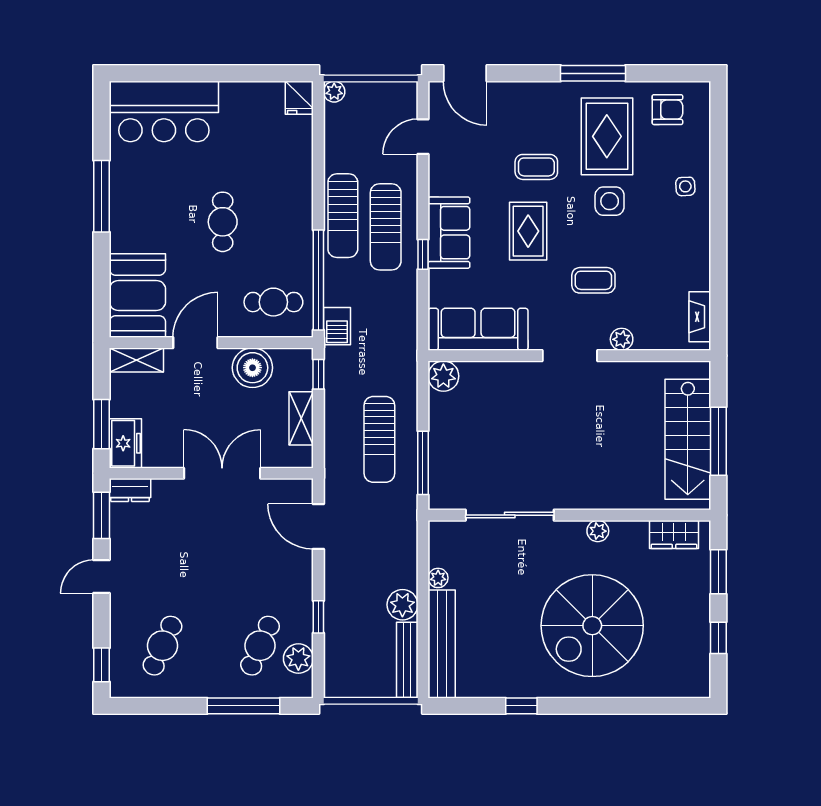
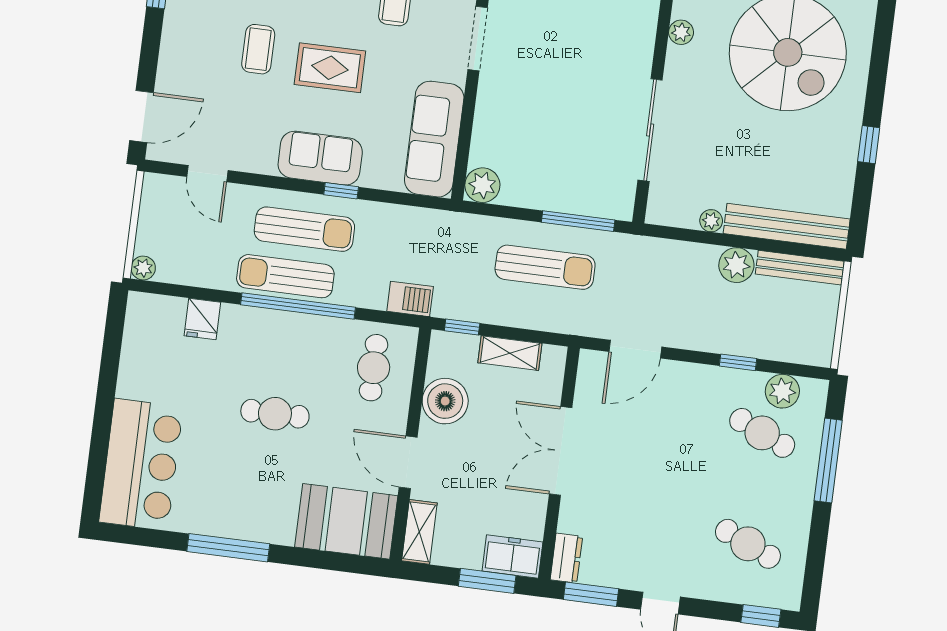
fridge: (299, 98) -> (202, 319), moved, turned 90
sun lounger: (343, 216) -> (285, 276), turned 180
window: (318, 280) -> (298, 306), moved

